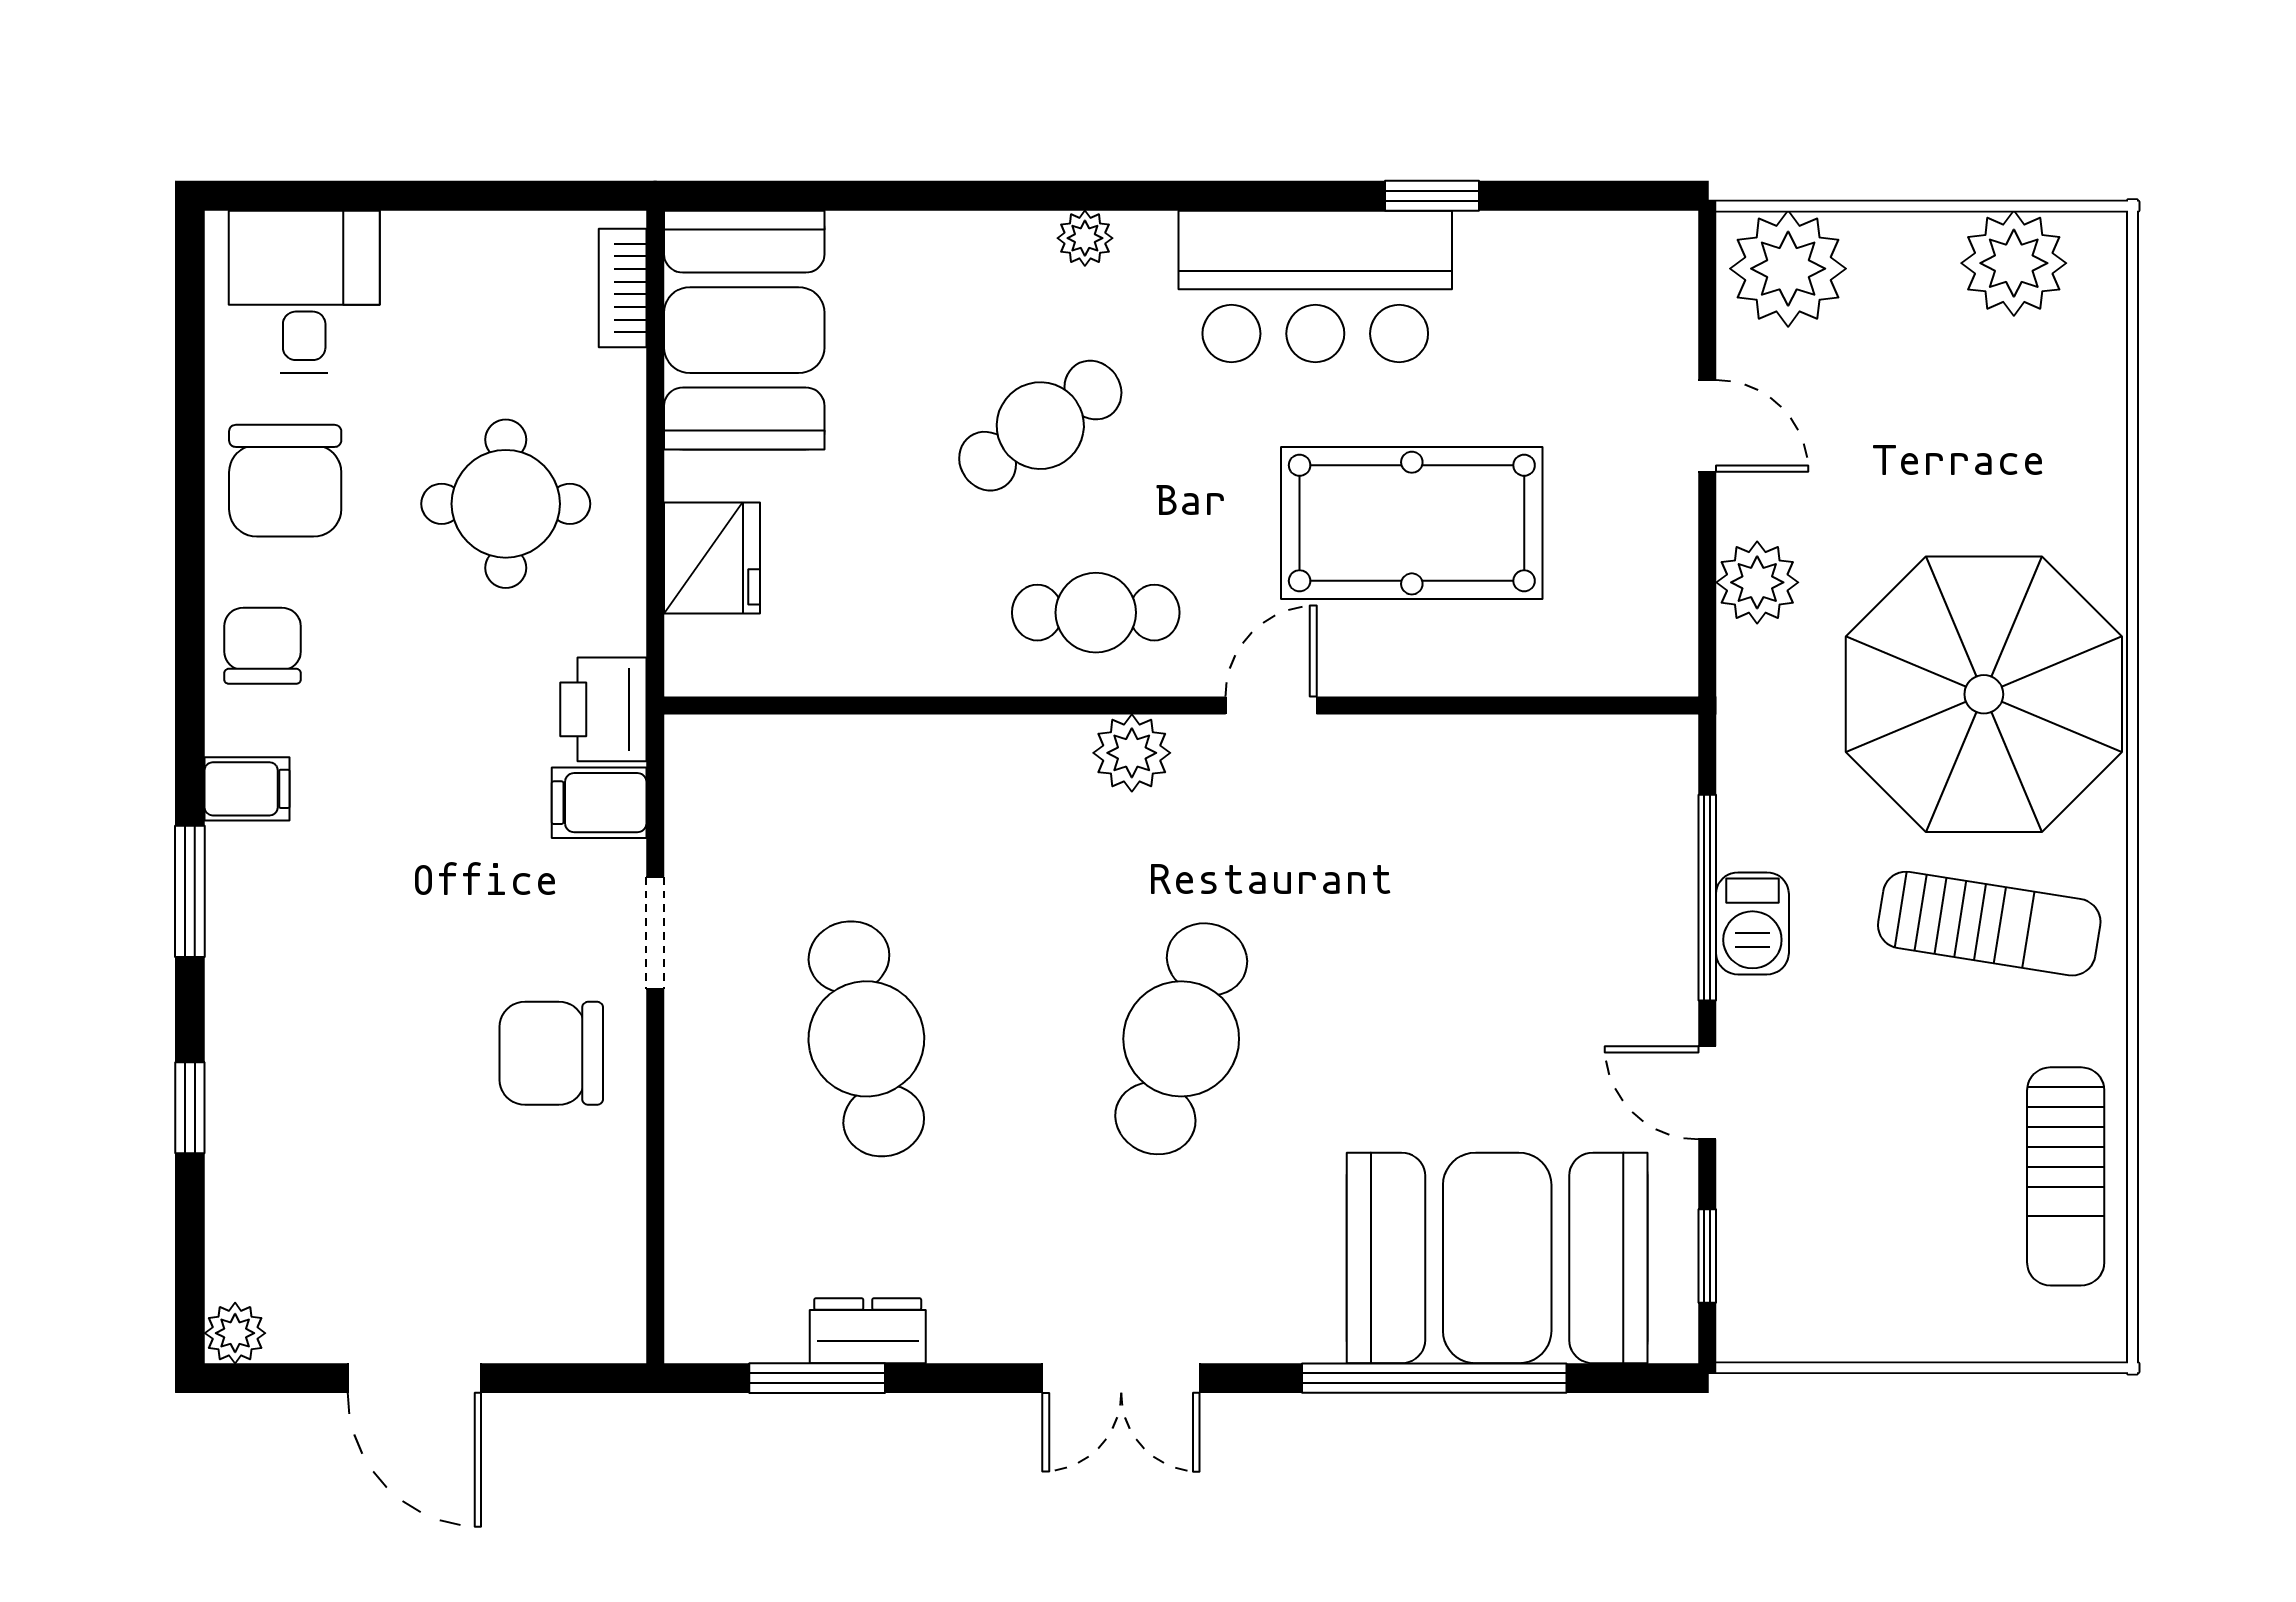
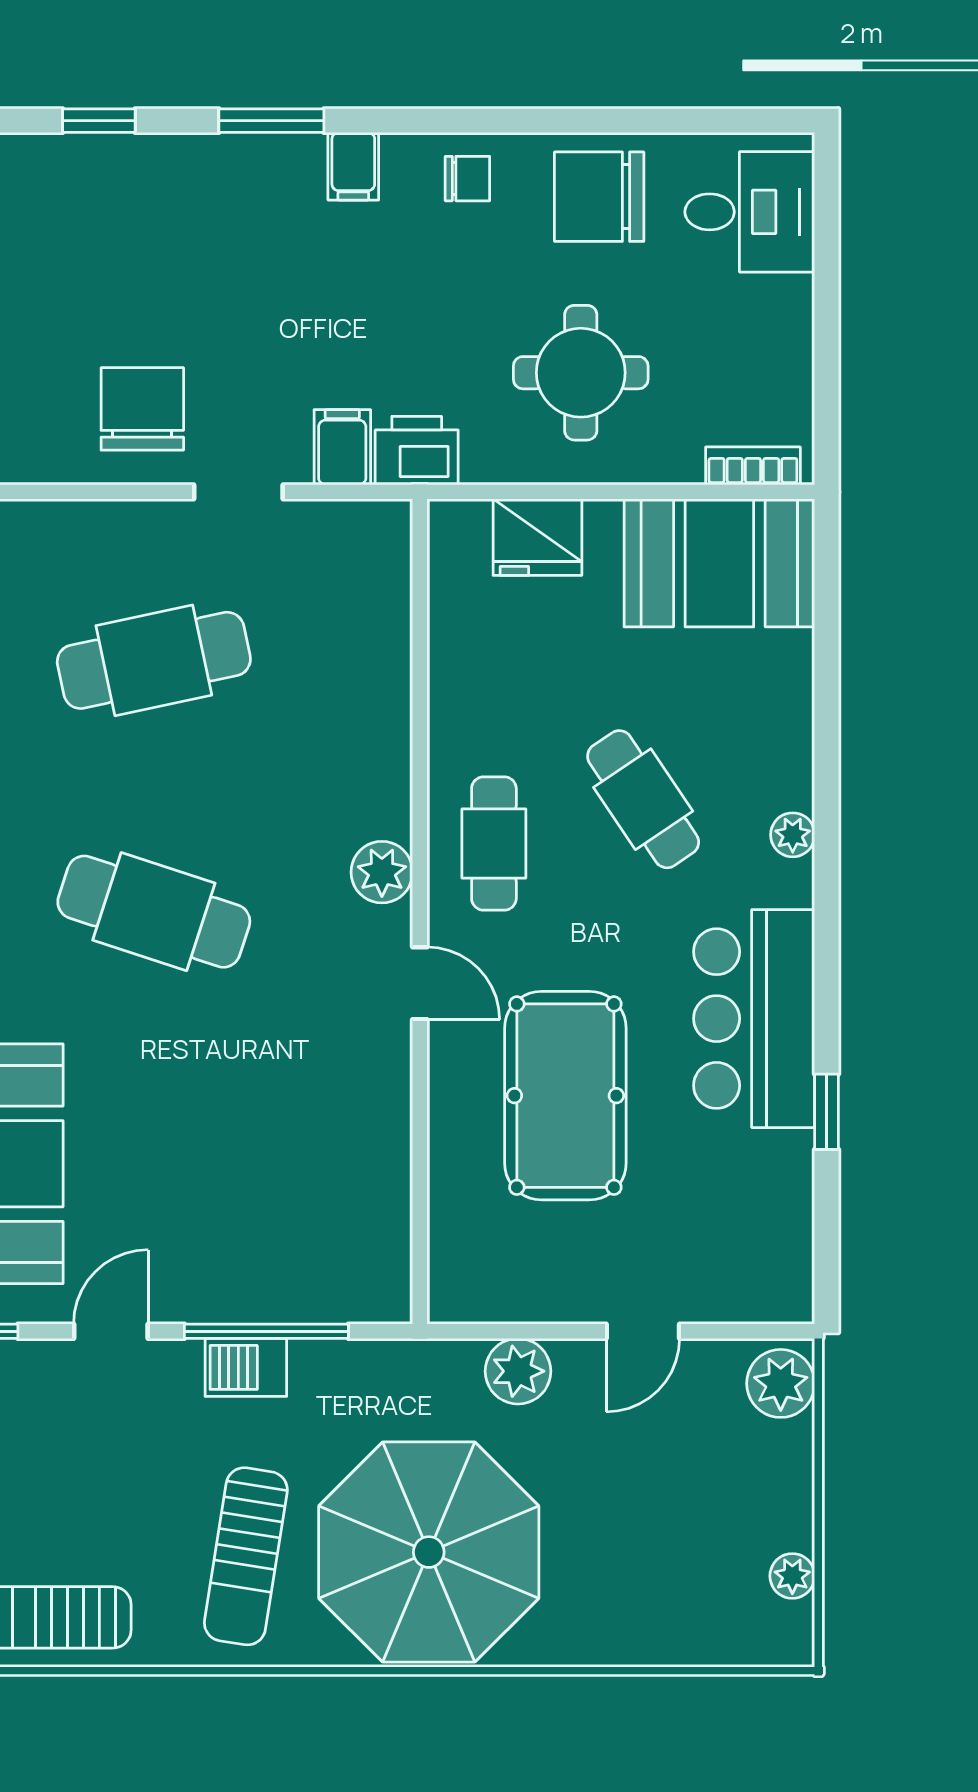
plant: (2014, 263) -> (792, 1576), width x0.53, depth x0.53
plant: (1788, 269) -> (781, 1383), width x0.73, depth x0.73
chair: (263, 646) -> (467, 179), width x0.73, depth x0.73

